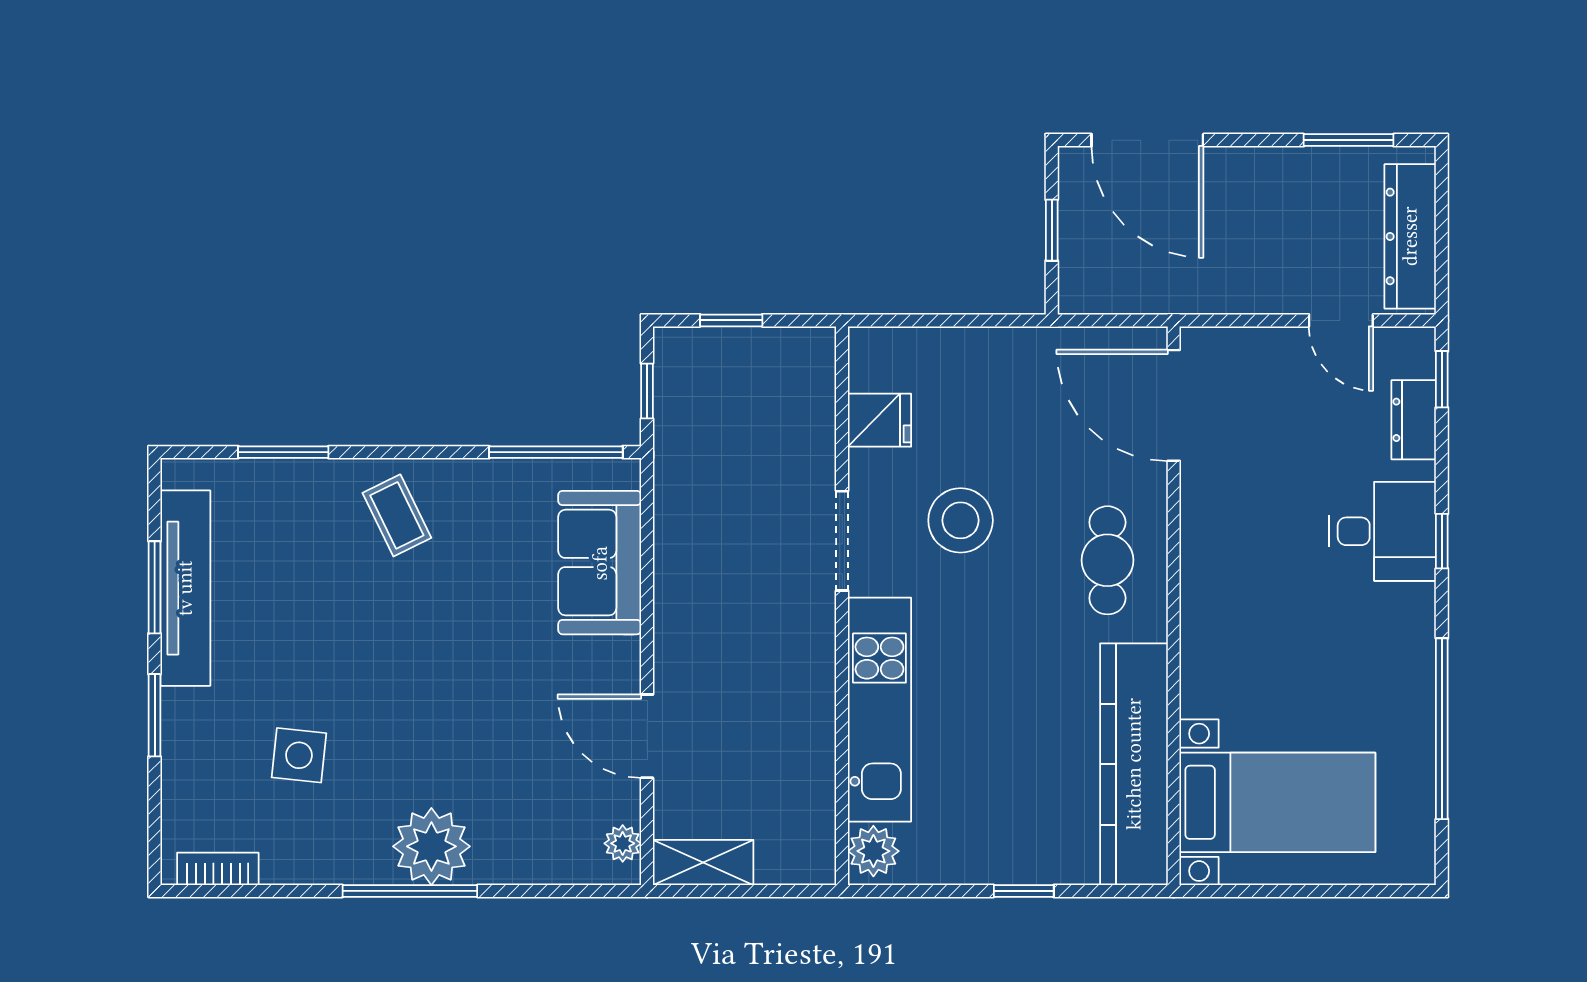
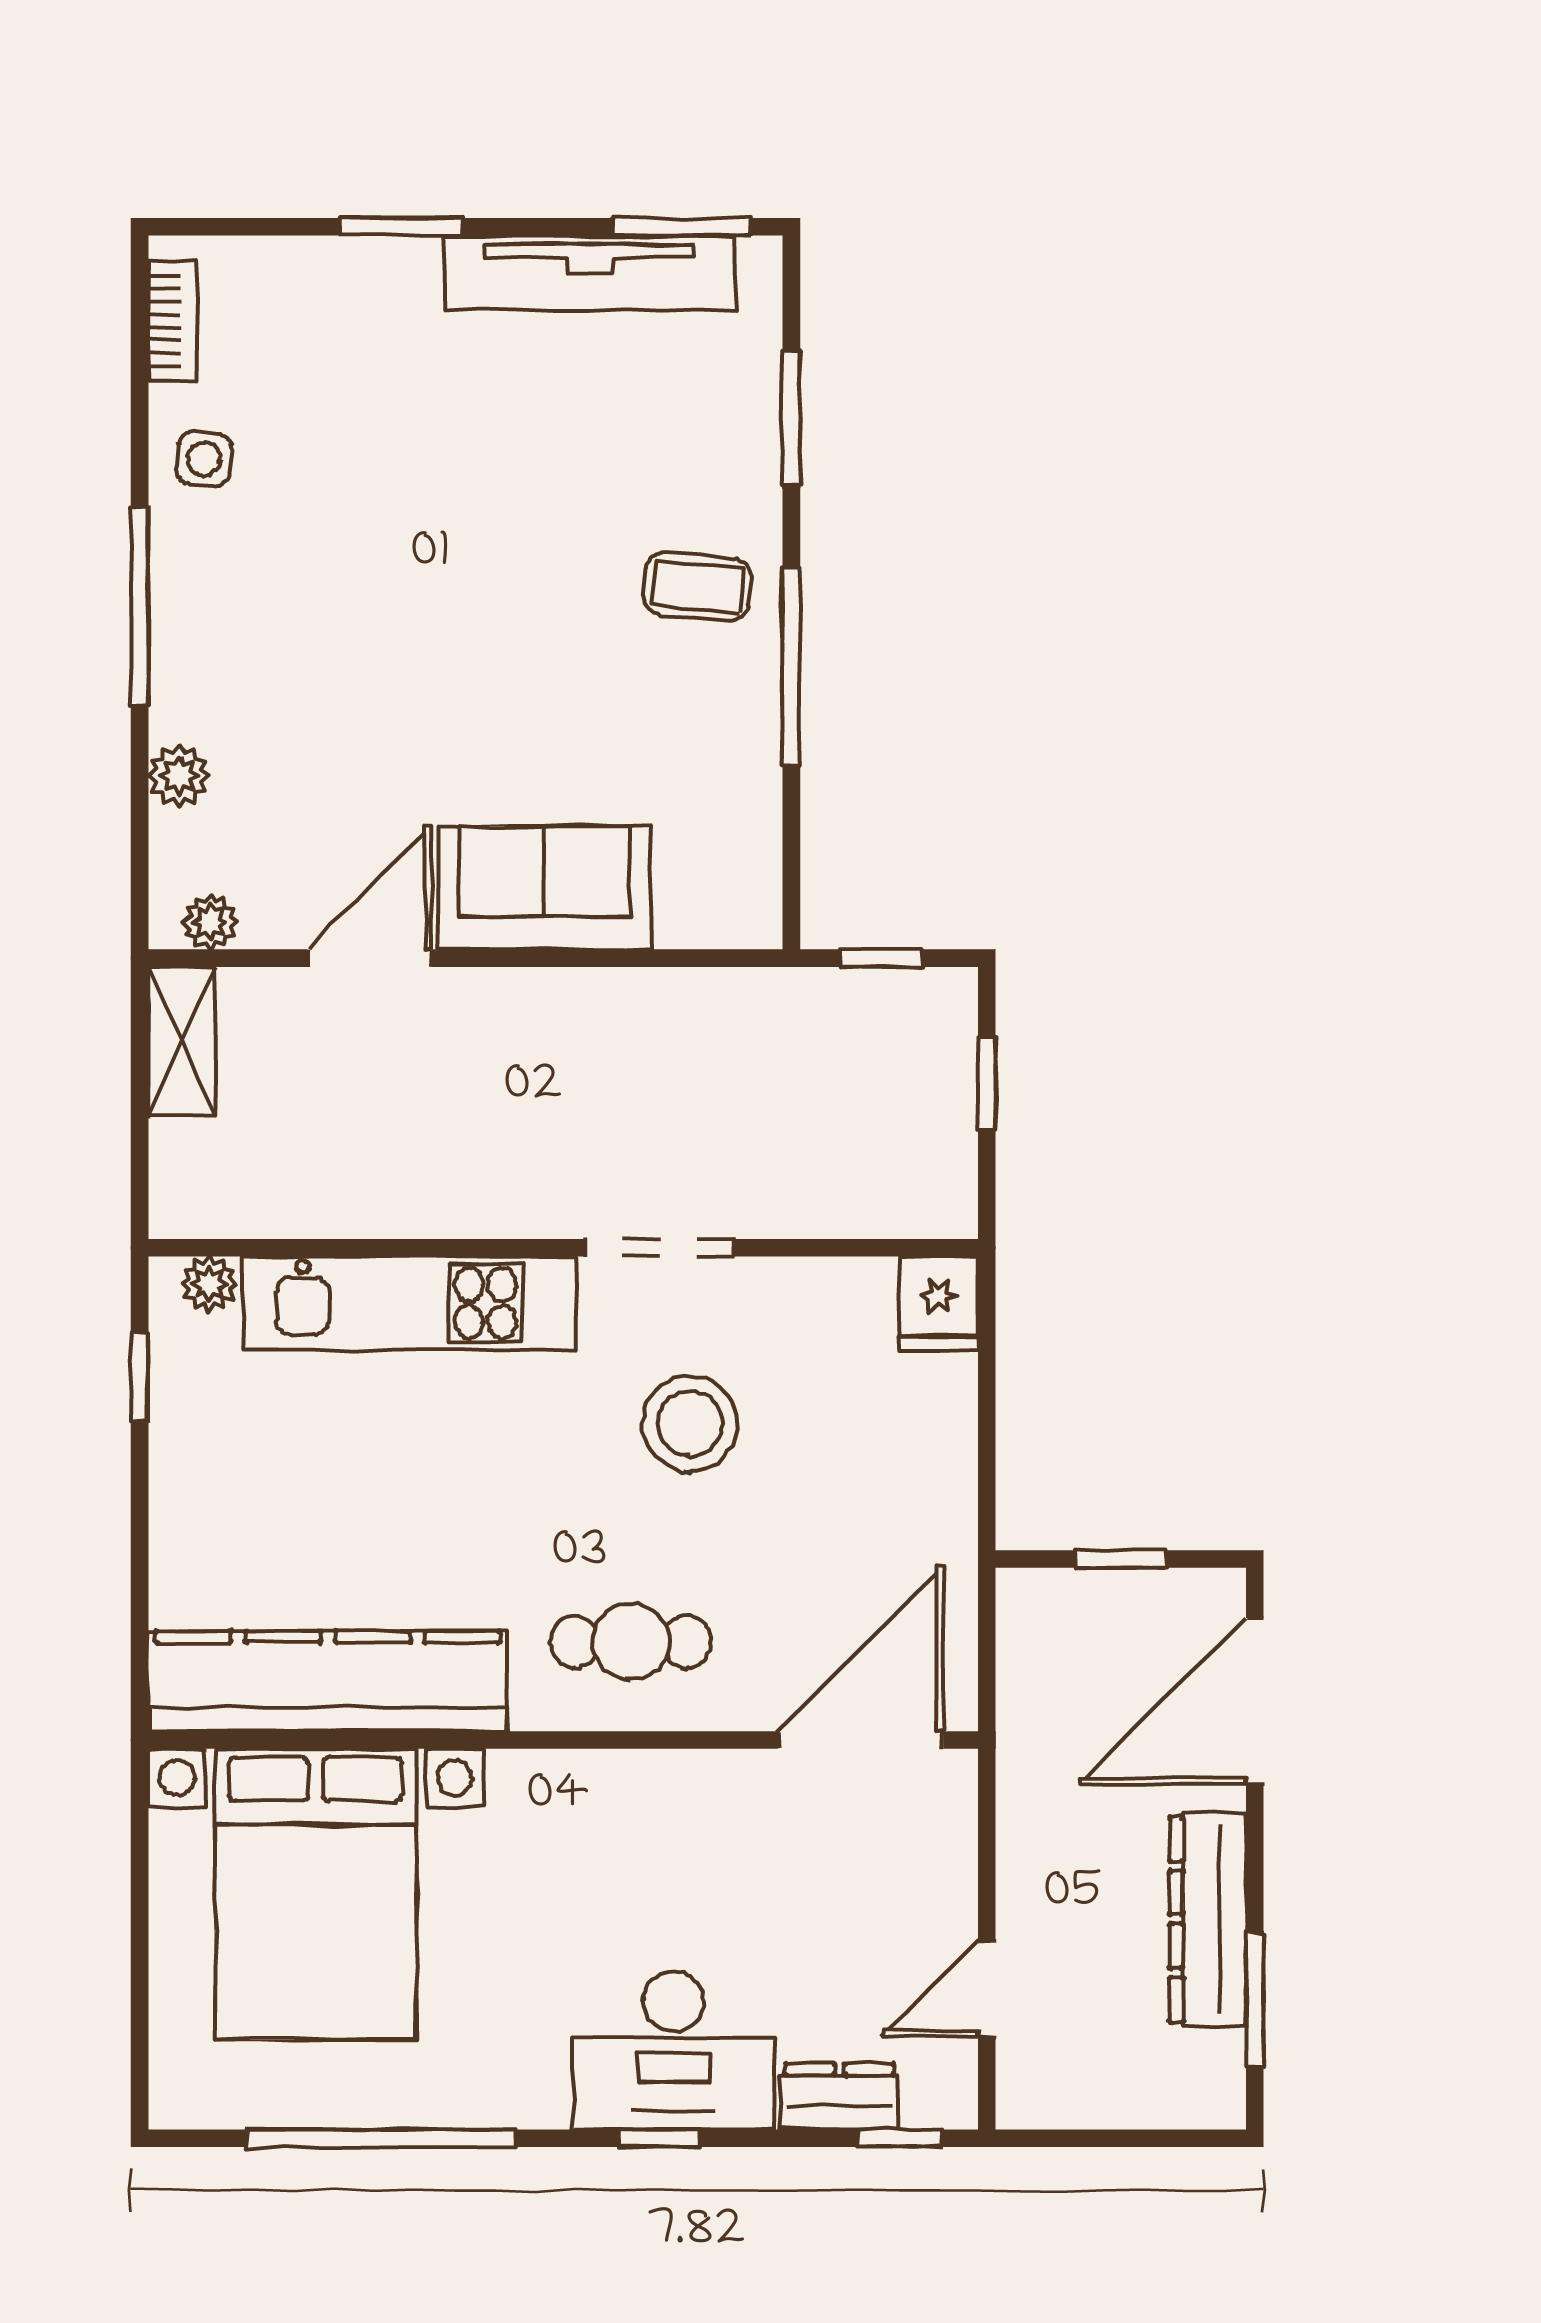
dresser: (1410, 236) -> (1208, 1919), moved, turned -90
fridge: (880, 420) -> (939, 1303), moved
window: (556, 452) -> (791, 667), moved
coffee table: (397, 515) -> (697, 587), turned 31
desk: (1383, 531) -> (674, 2050), width x1.37
sofa: (600, 563) -> (544, 888), moved
window: (155, 587) -> (682, 227), moved
side table: (299, 755) -> (204, 459), moved, width x0.73, depth x0.73
bed with nightstands: (1277, 802) -> (316, 1894), width x1.36
plant: (431, 846) -> (179, 776), moved, width x0.53, depth x0.53
plant: (873, 851) -> (209, 1284), width x0.73, depth x0.73
window: (1024, 891) -> (140, 1377), moved

